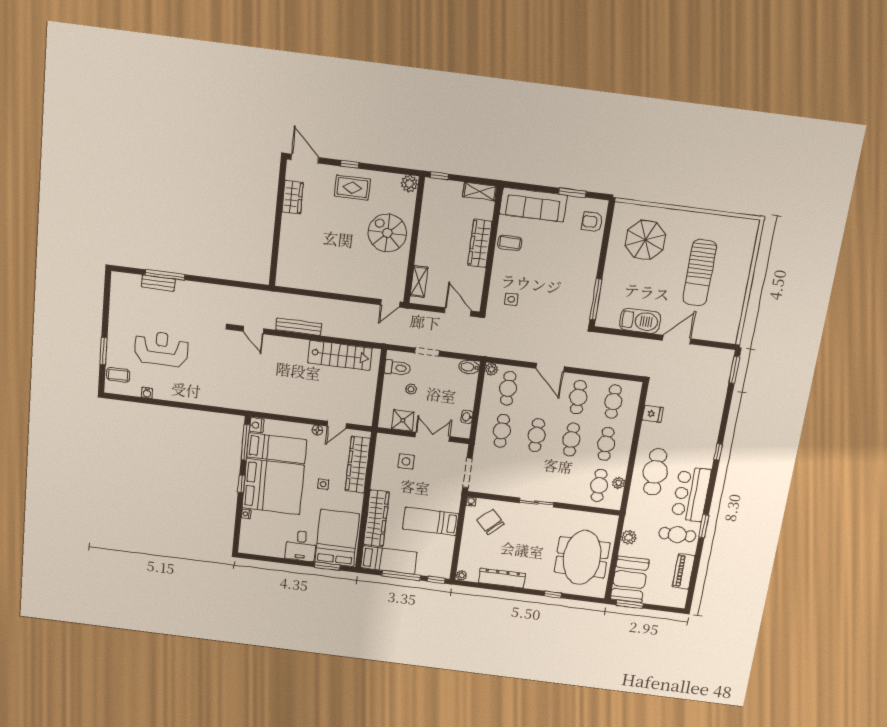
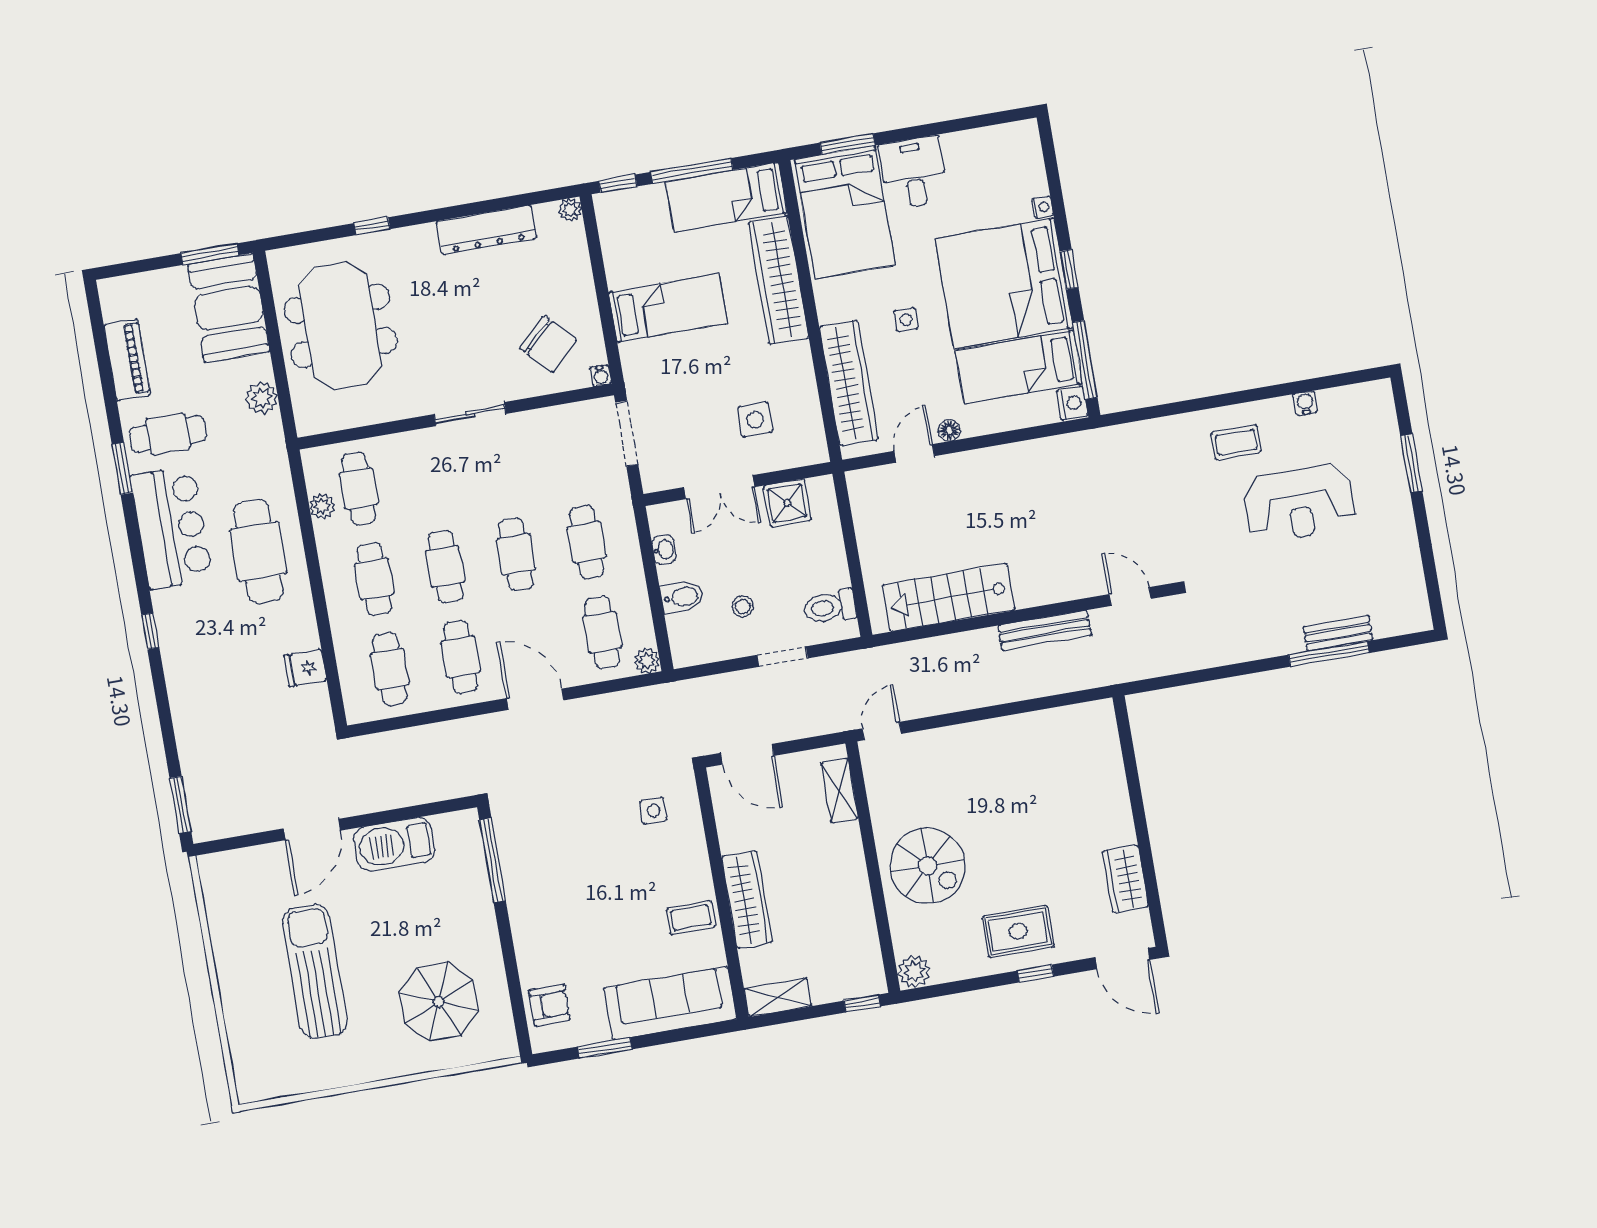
bidet: (469, 367) -> (682, 597), moved
coffee table: (118, 375) -> (1236, 442), moved
stool: (411, 389) -> (743, 606), moved

